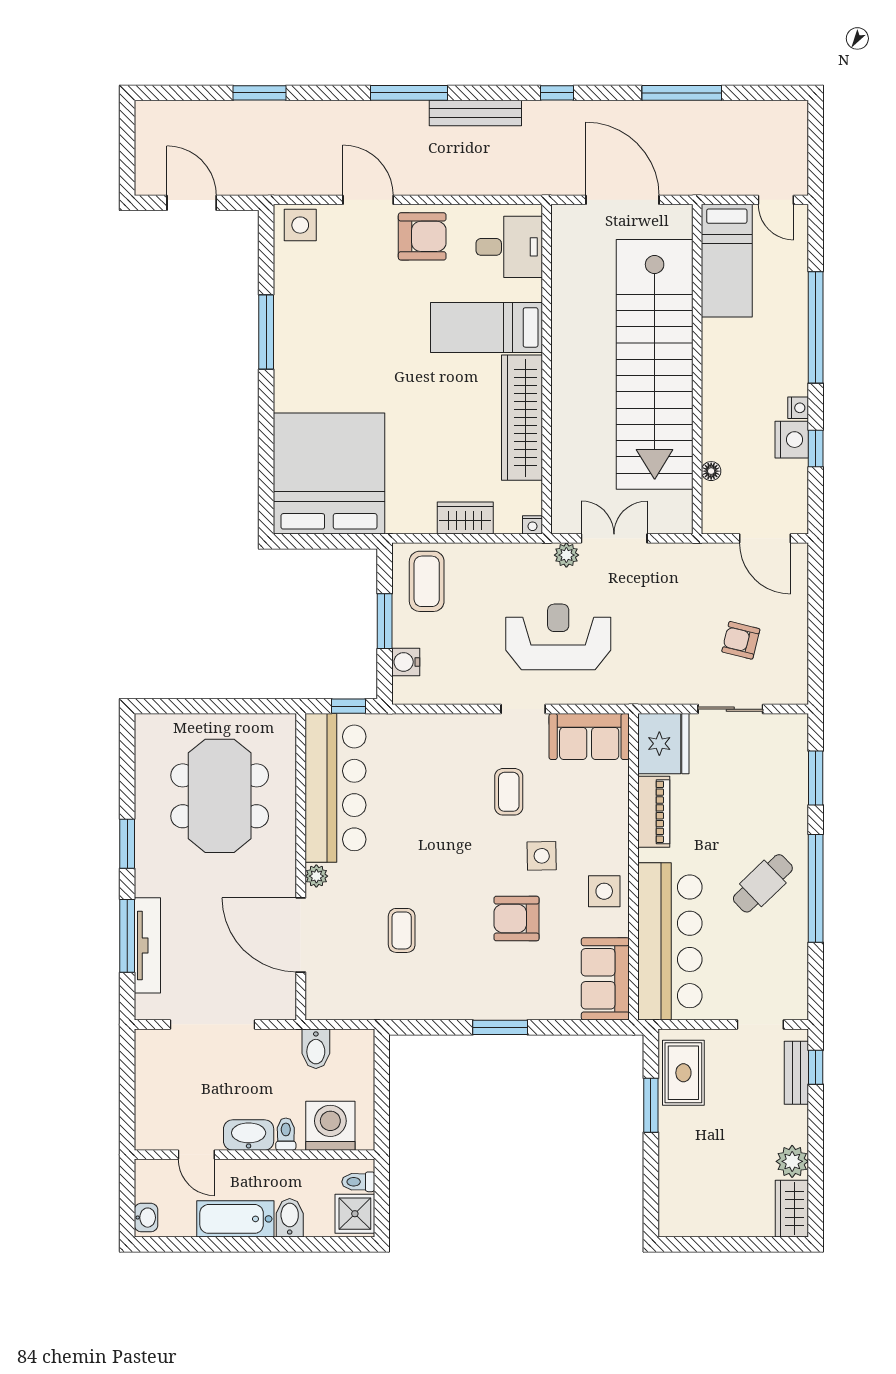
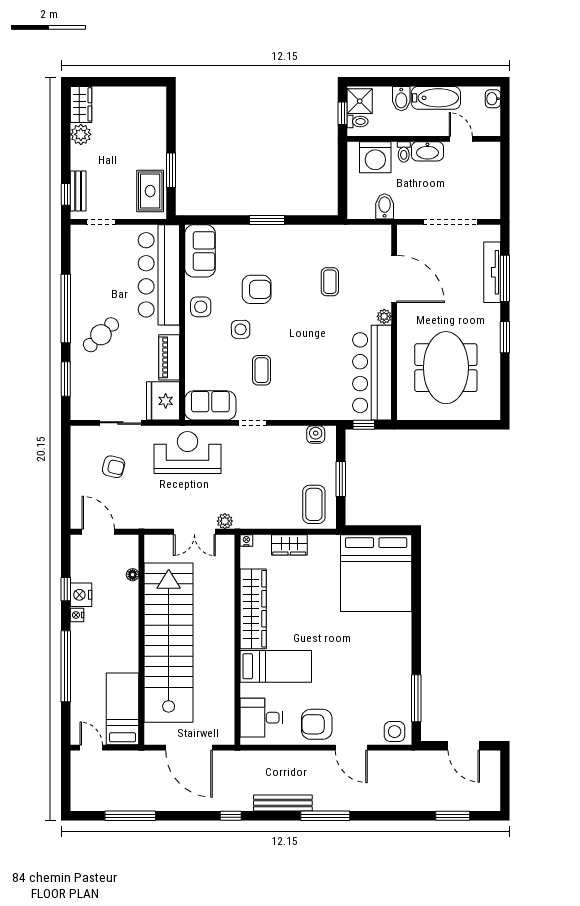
window: (260, 93) -> (453, 816), moved
window: (682, 93) -> (130, 816), moved
window: (266, 332) -> (416, 698), moved
reception desk: (558, 637) -> (188, 453), moved, turned 180
water cooler: (406, 662) -> (316, 435), moved, turned -90
cafe table: (763, 883) -> (101, 335), moved
window: (382, 1195) -> (343, 113), added

